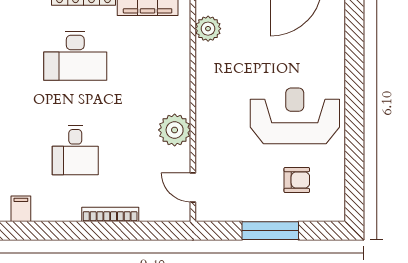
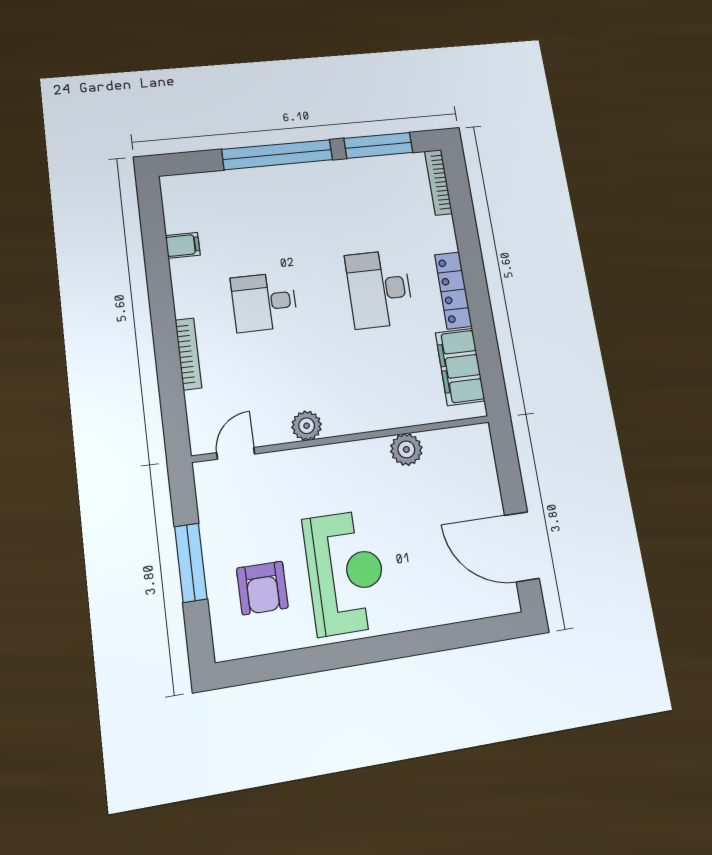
plant: (208, 29) -> (406, 449), moved
plant: (175, 130) -> (307, 426), width x0.73, depth x0.73
armchair: (297, 180) -> (262, 588), width x1.38, depth x1.38

